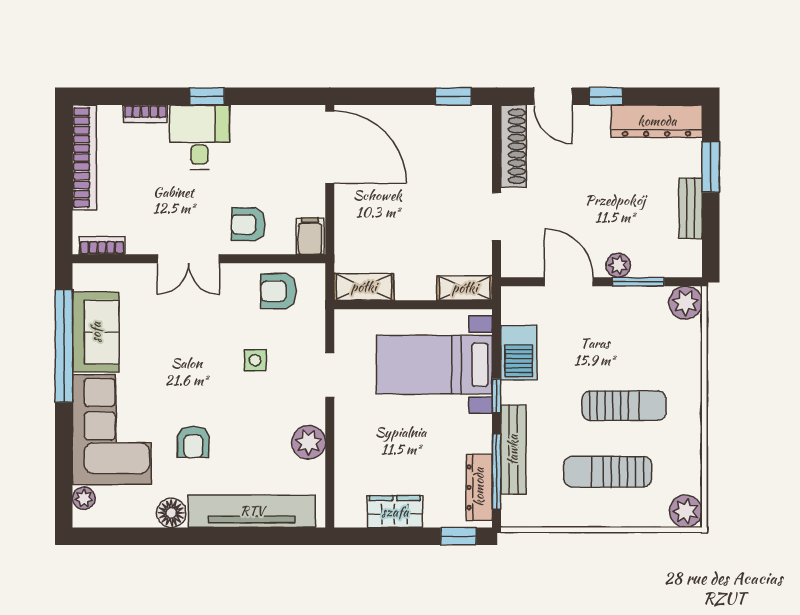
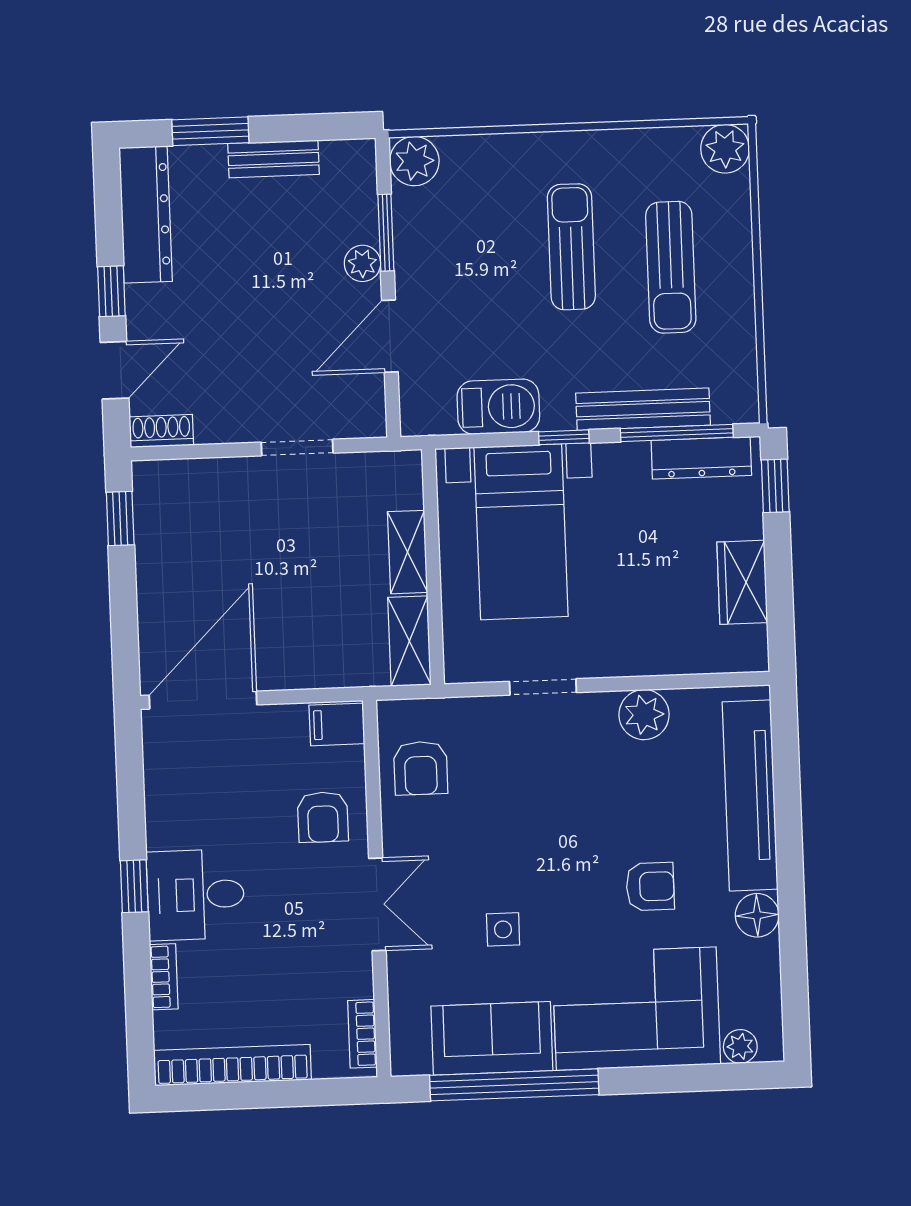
shoe rack: (514, 146) -> (161, 431), width x0.51, depth x0.81
shelving: (465, 288) -> (408, 552), moved
side table: (255, 360) -> (503, 929), moved

